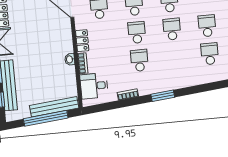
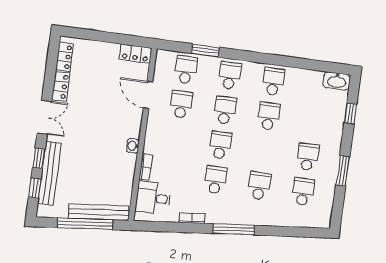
school desk: (172, 29) -> (259, 186), moved
locker: (82, 41) -> (151, 139), removed
washbasin: (70, 59) -> (133, 146), moved
window: (163, 96) -> (234, 229), width x1.44

